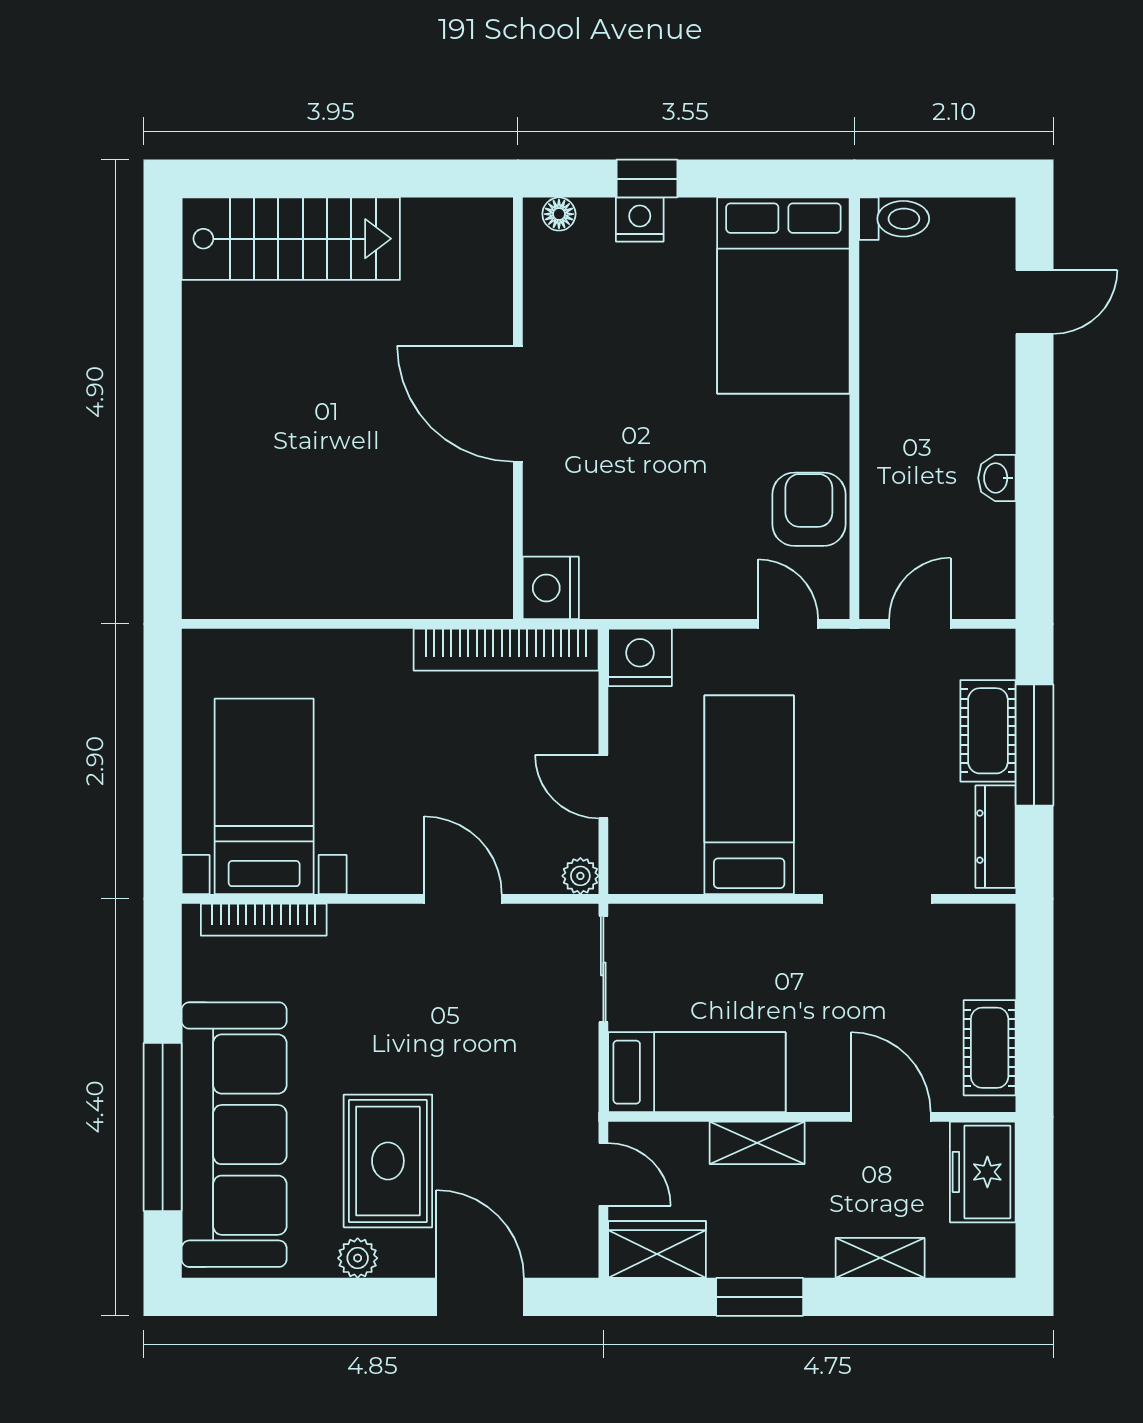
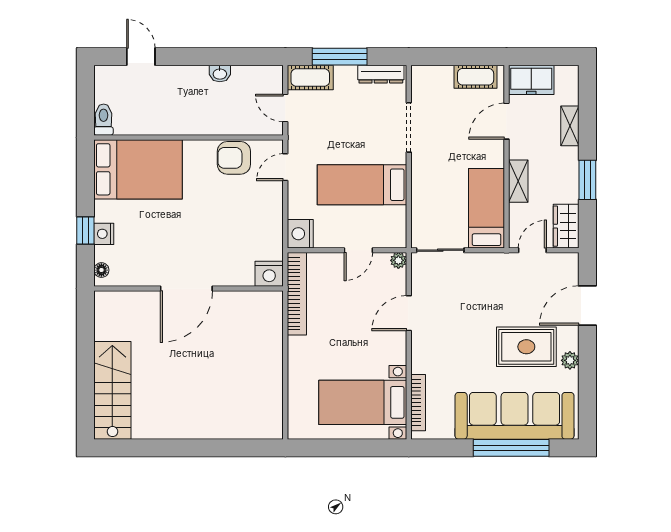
cot: (988, 731) -> (310, 78), moved

